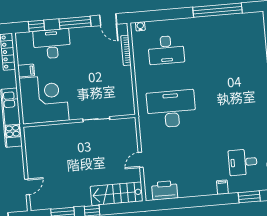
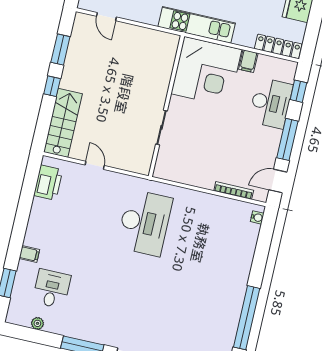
desk: (166, 50) -> (218, 240), removed

